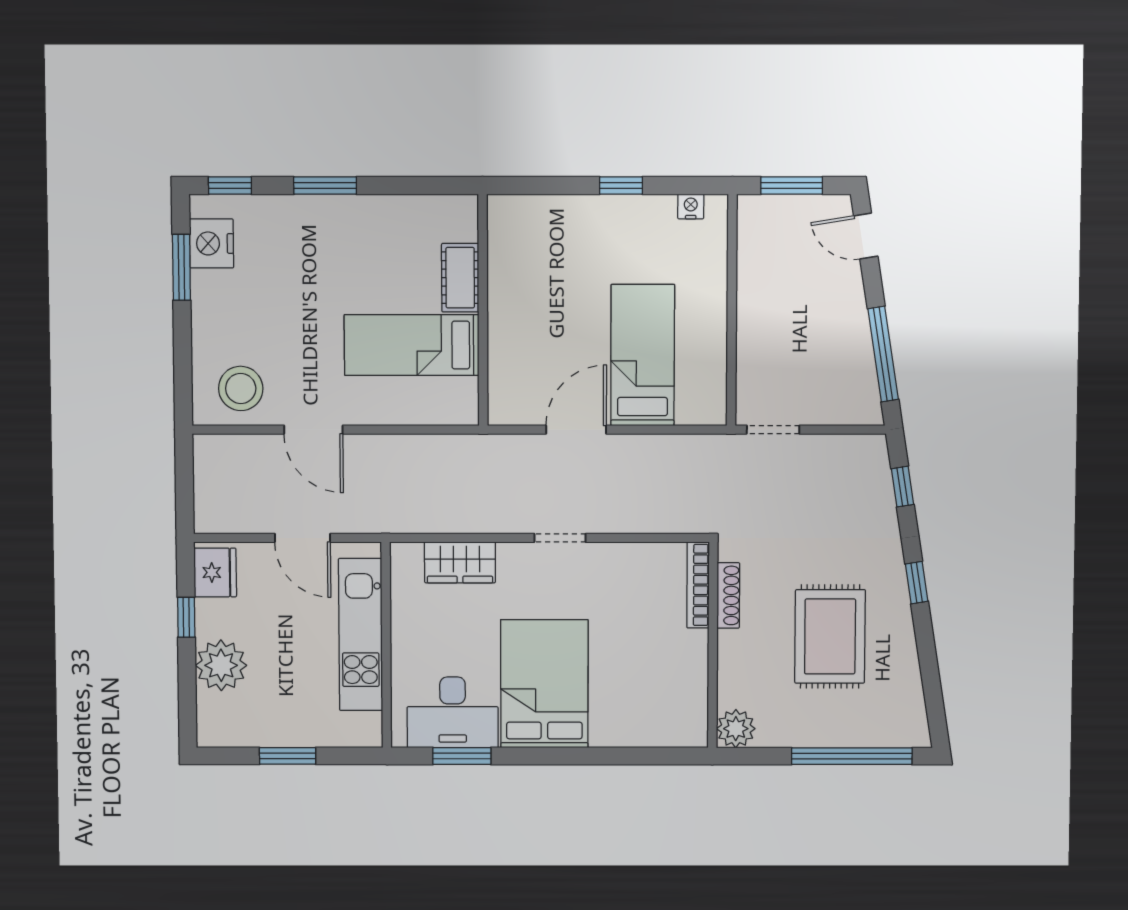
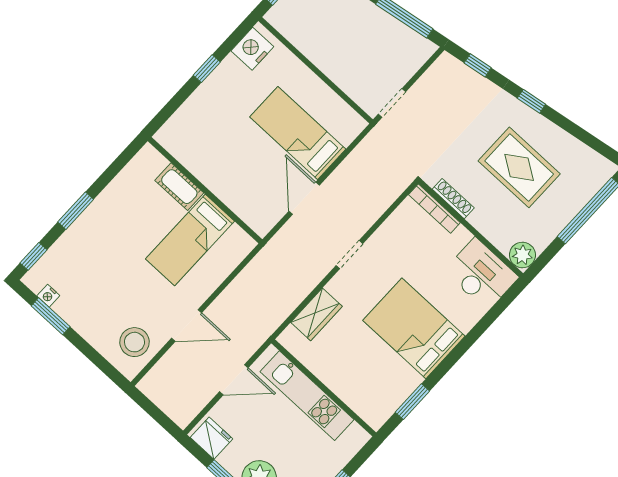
nightstand: (691, 206) -> (252, 49), width x1.89, depth x1.79
nightstand: (212, 243) -> (48, 296), width x0.53, depth x0.56
desk: (453, 712) -> (481, 274), moved, turned -90

